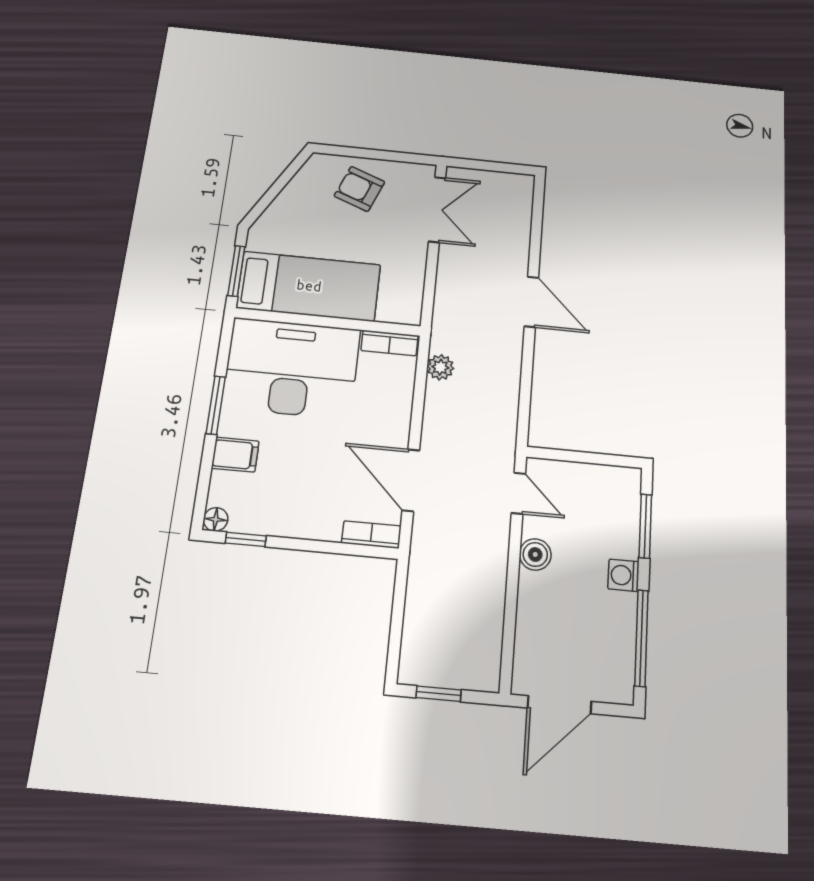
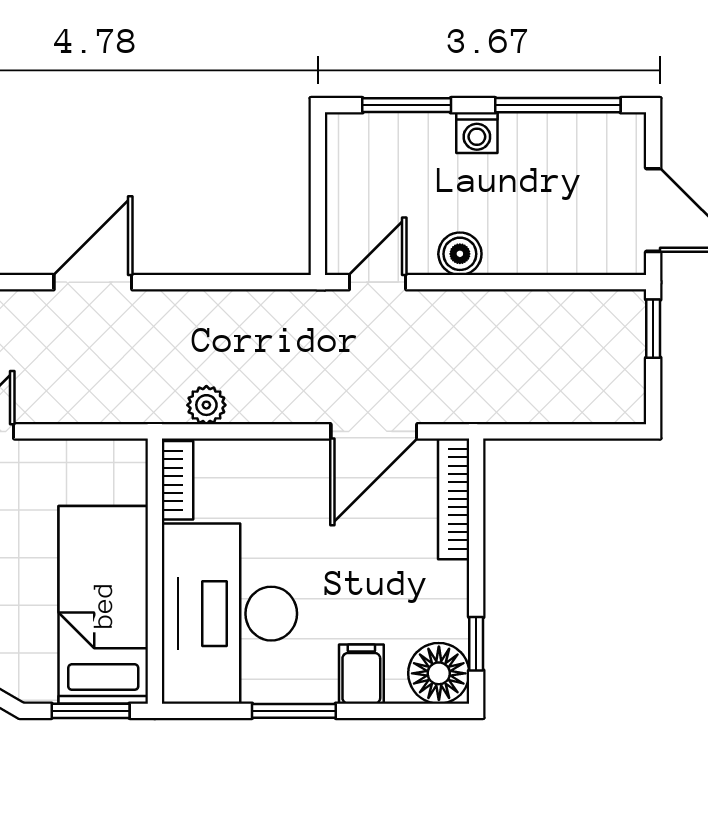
floor lamp: (216, 519) -> (439, 673), width x1.89, depth x1.89
bookcase: (371, 535) -> (454, 499), width x1.56
window: (439, 694) -> (653, 329), moved

